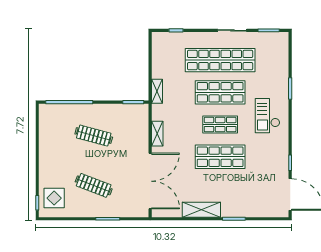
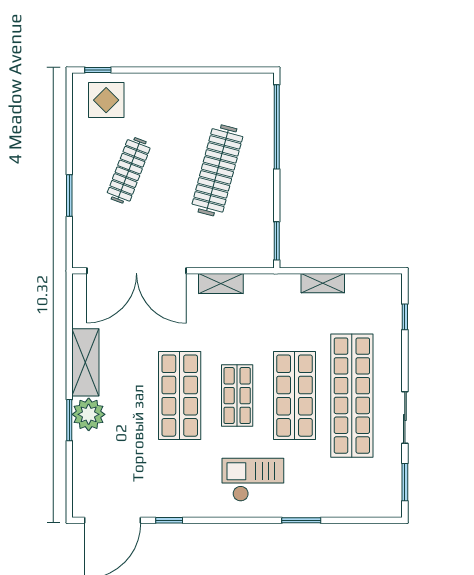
shelving: (157, 91) -> (323, 283), moved
clothes rail: (94, 136) -> (217, 170), width x1.37, depth x1.31
plant: (231, 208) -> (89, 414), added

